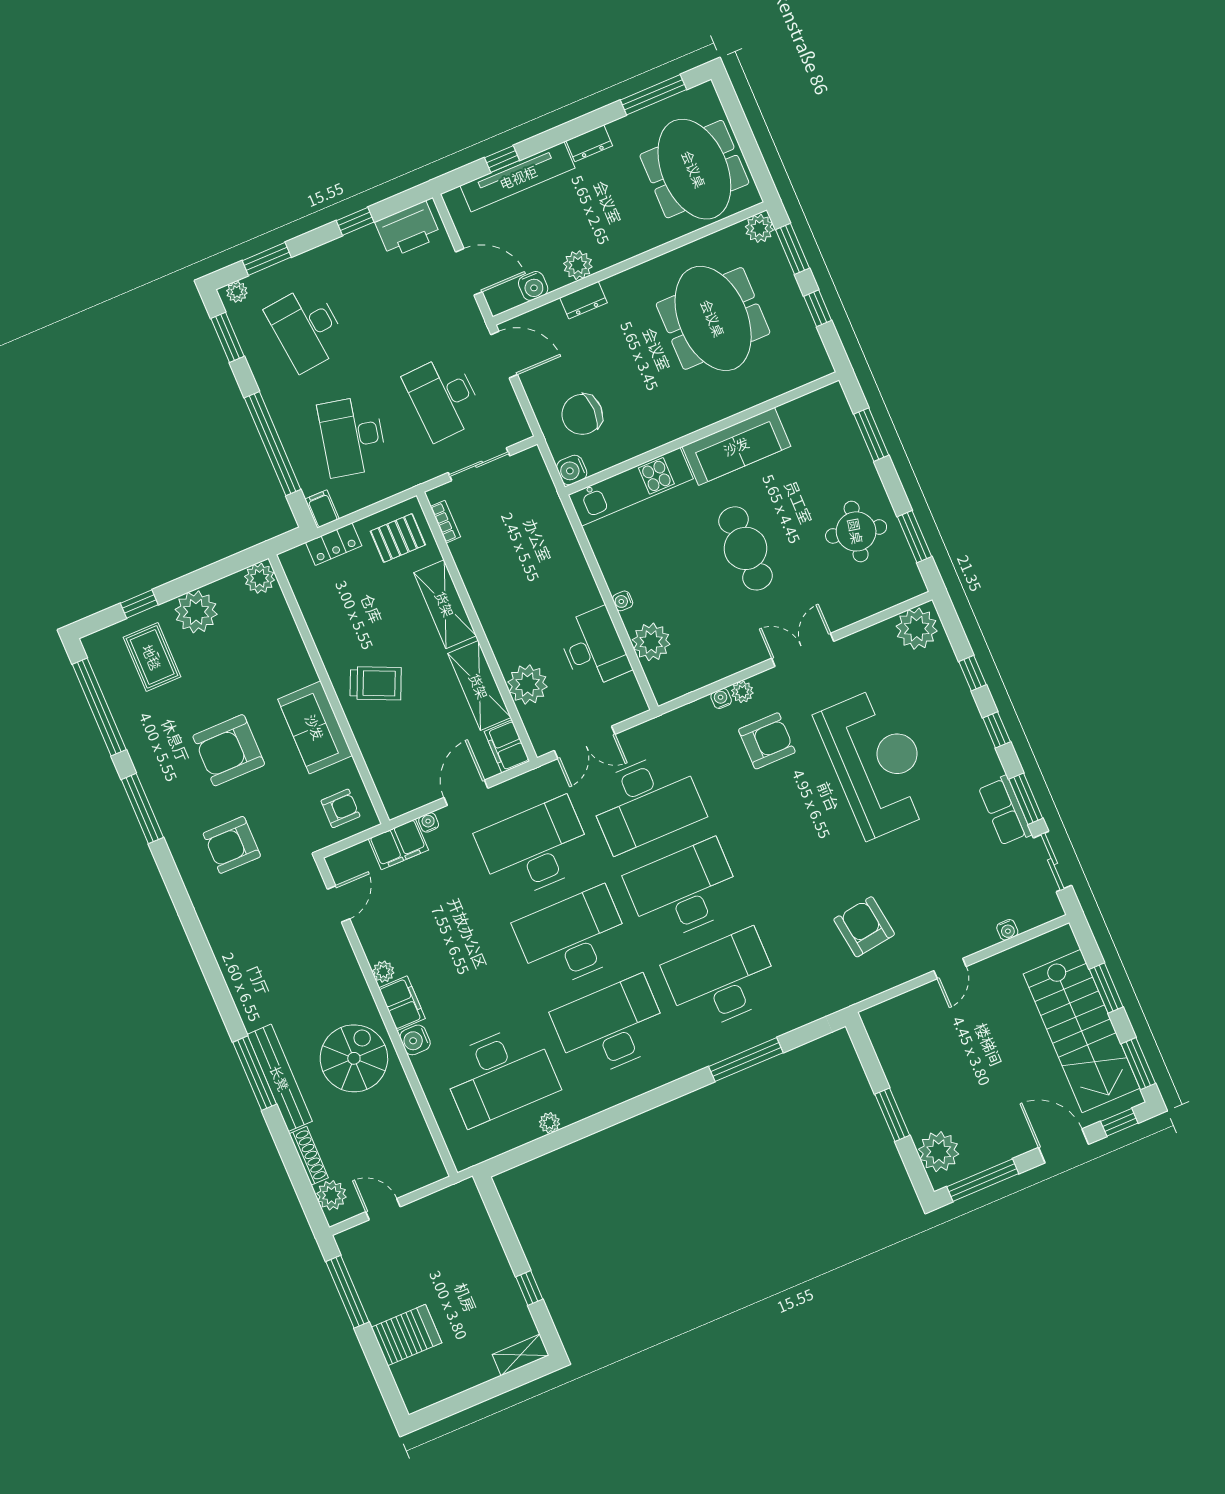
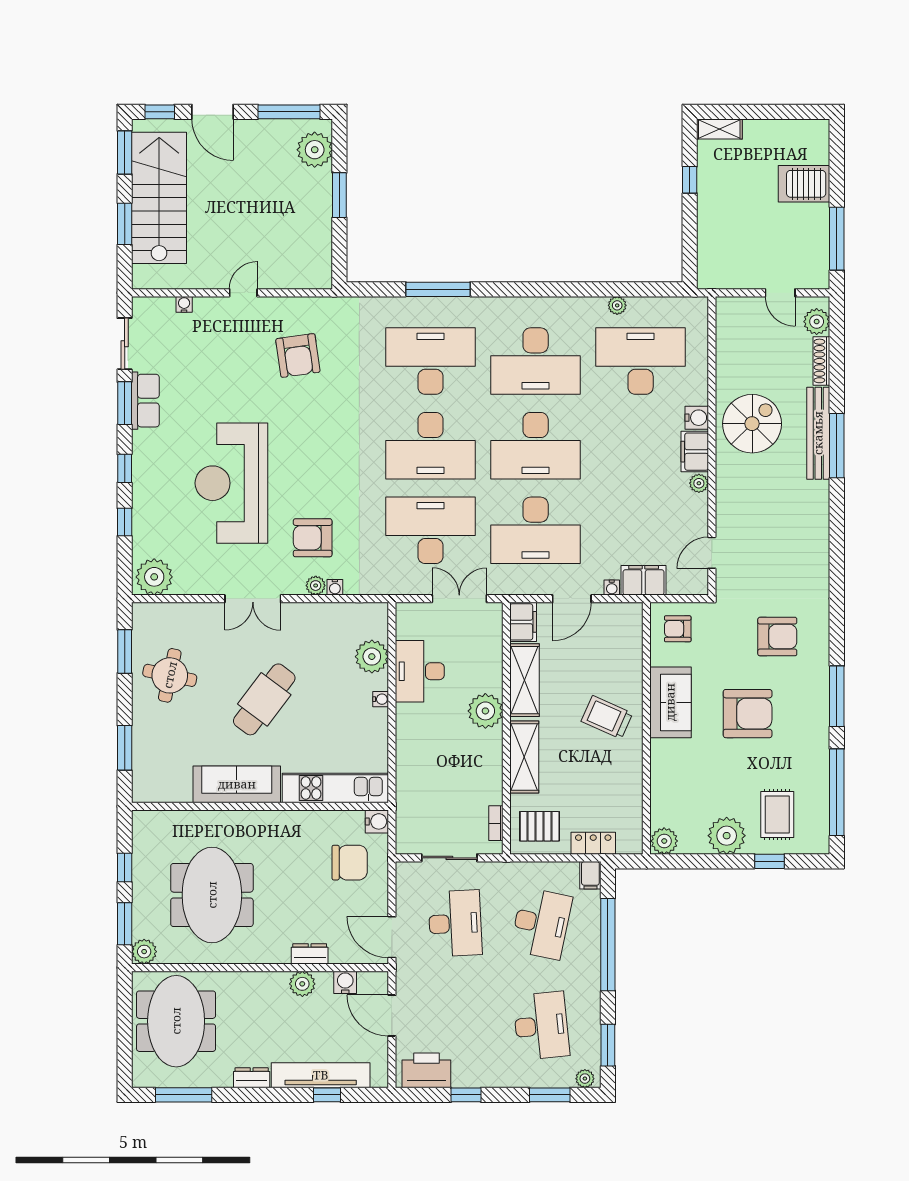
cafe table: (745, 548) -> (264, 699), turned 37
plant: (528, 684) -> (485, 711), moved
desk: (722, 980) -> (430, 361), turned 180
spiral stairs: (354, 1058) -> (752, 424), turned 180

